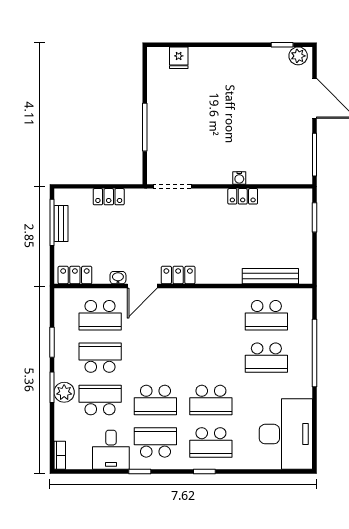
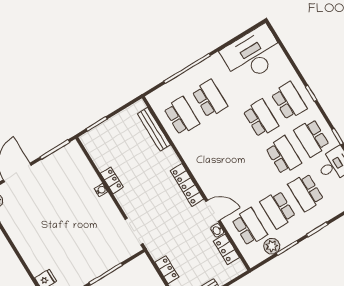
locker: (75, 275) -> (226, 249), moved
locker: (178, 275) -> (187, 185), width x1.53
plant: (64, 392) -> (272, 246), moved

